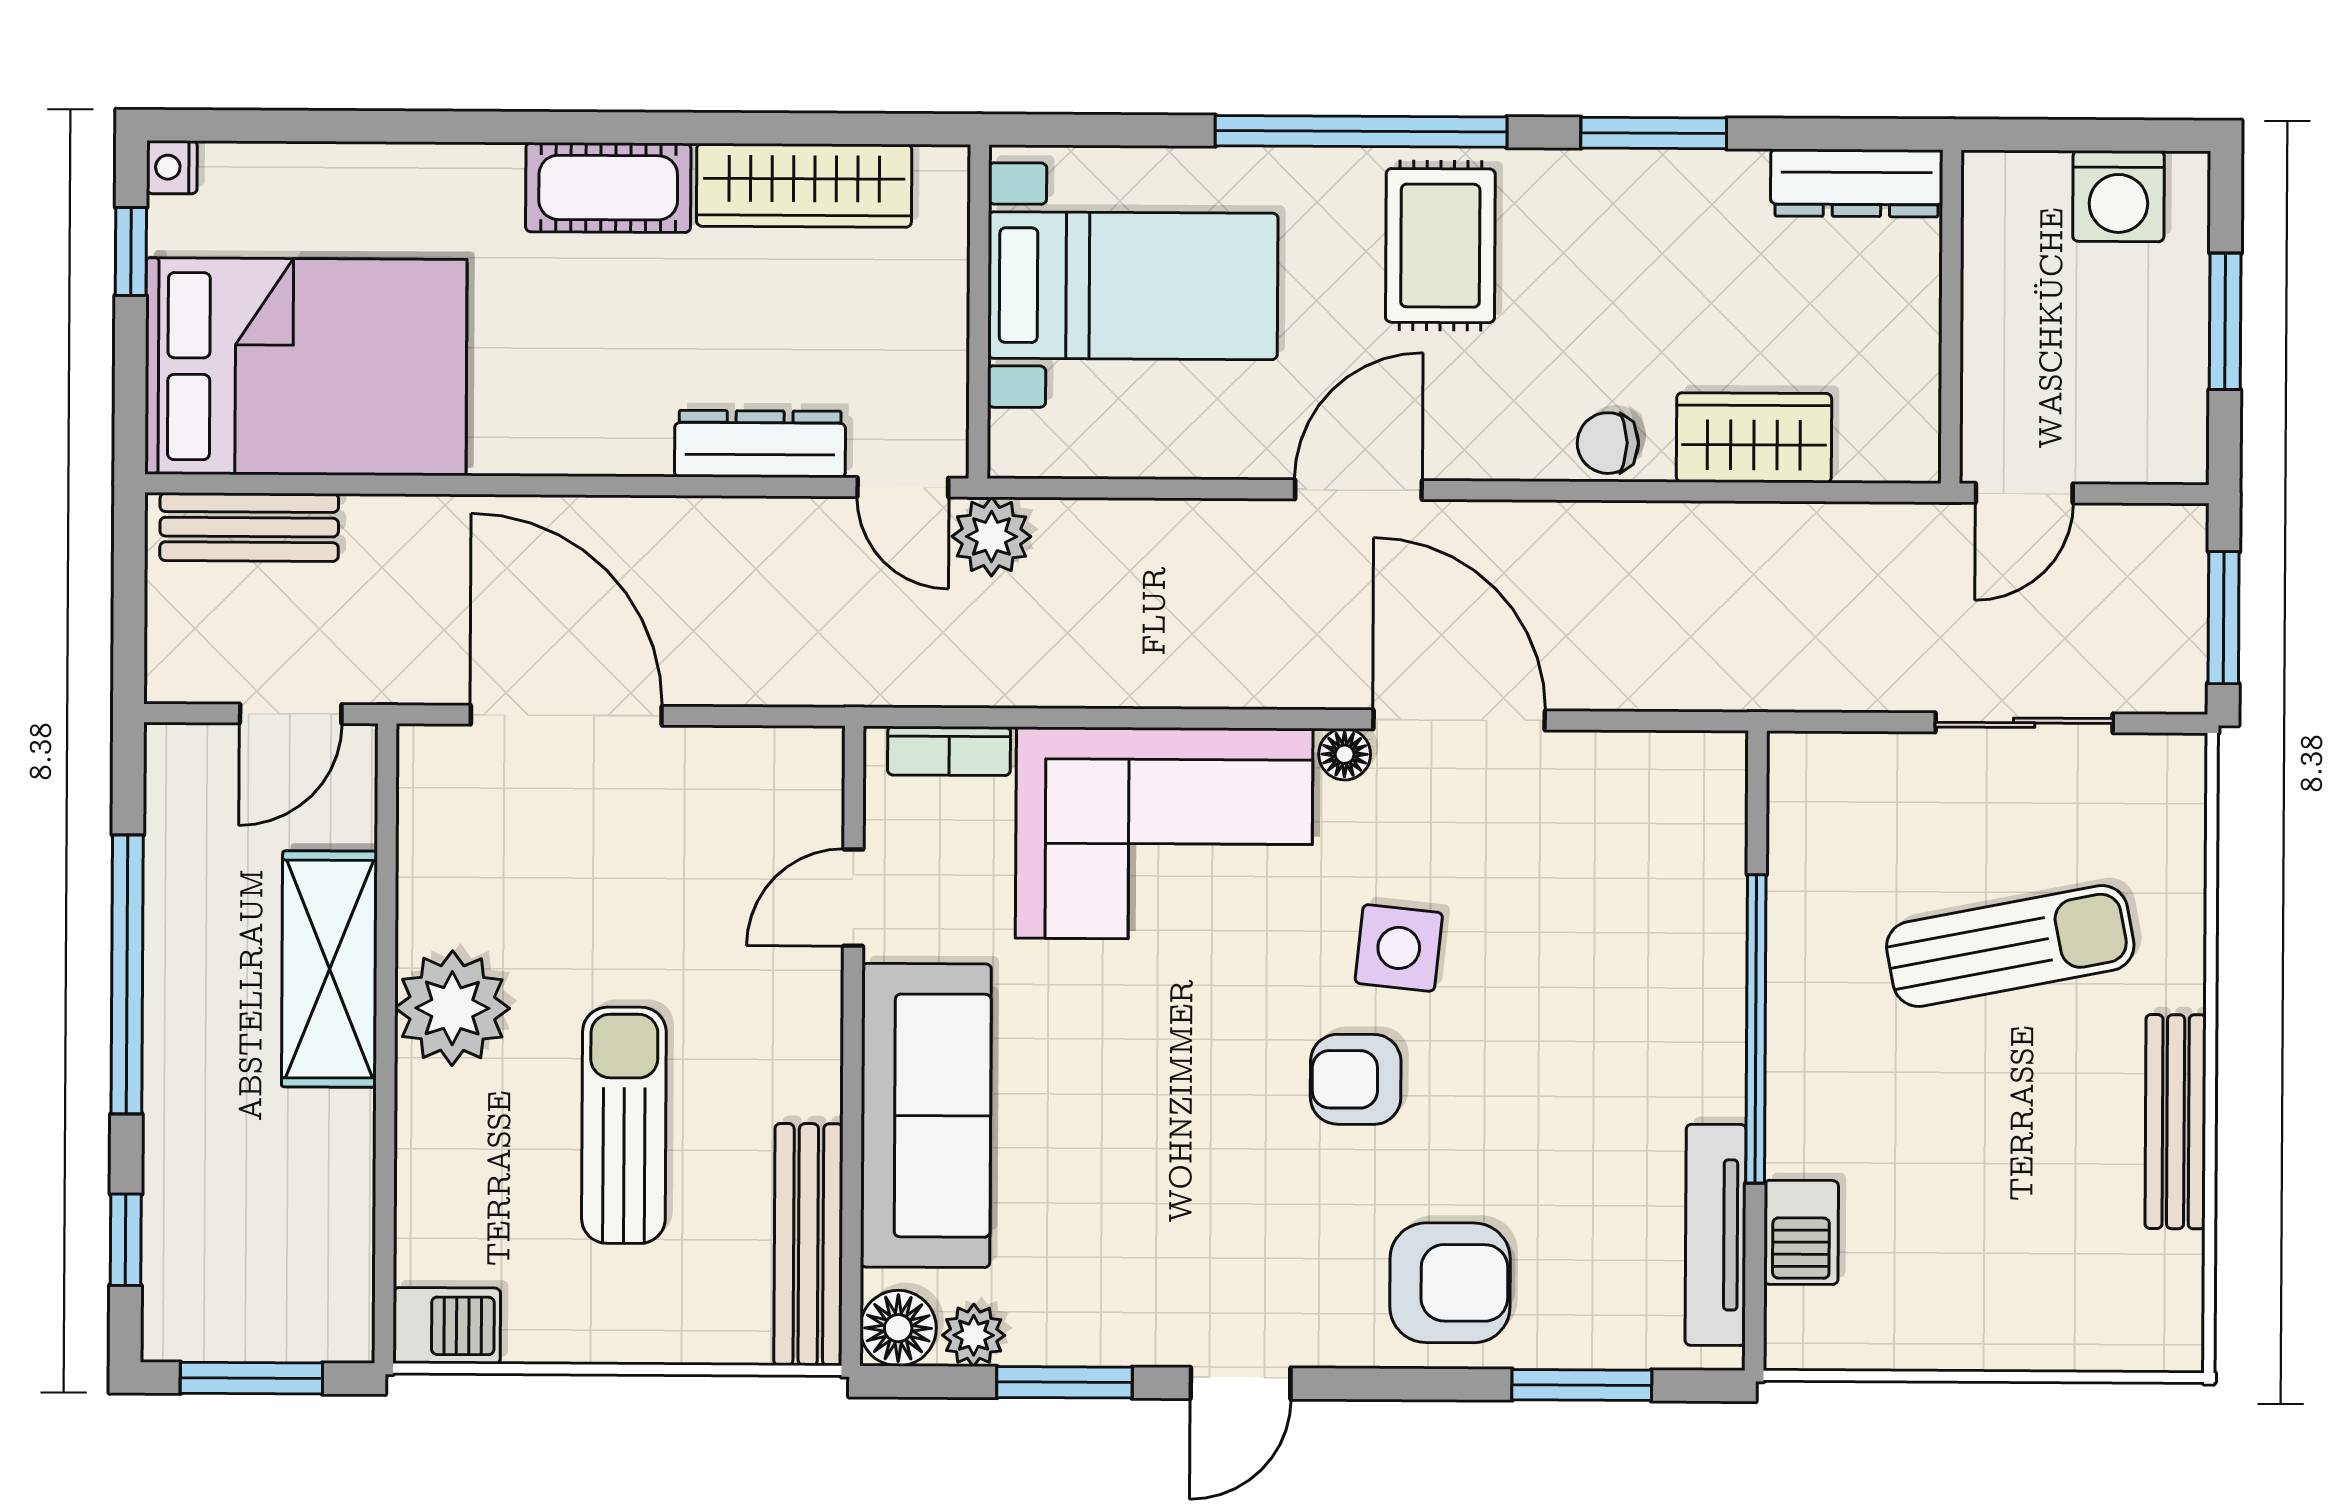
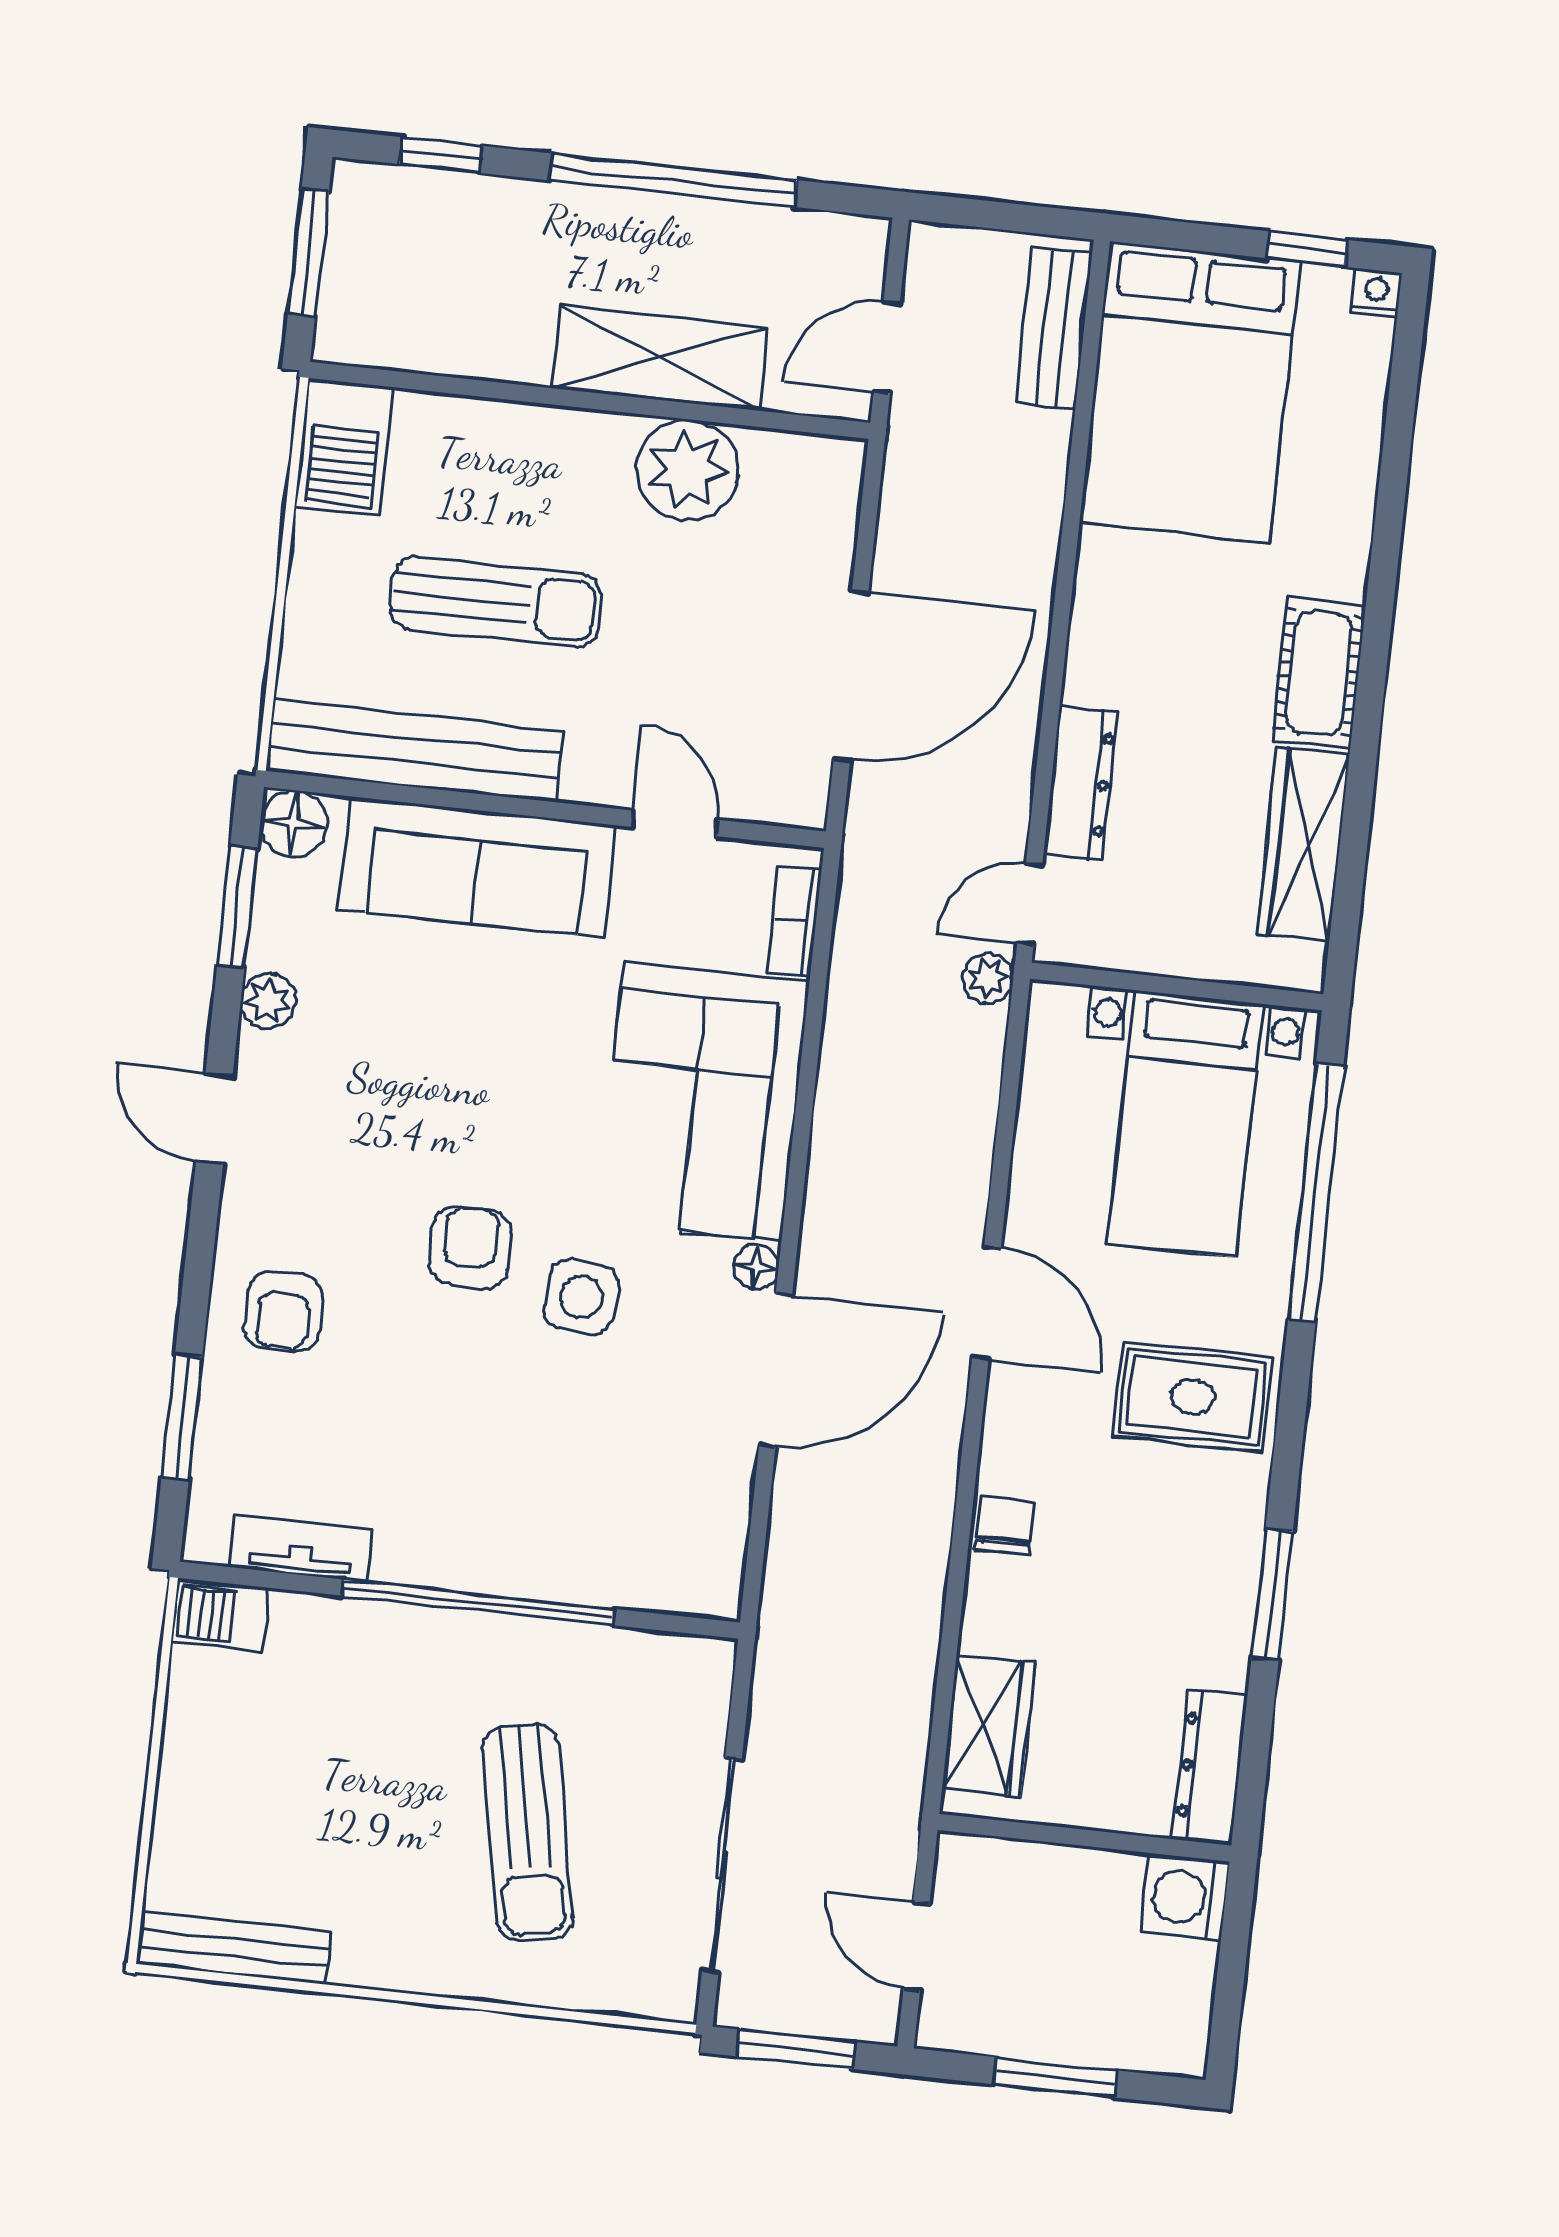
window: (1361, 131) -> (1316, 1193), moved
washing machine: (2119, 196) -> (1185, 1897), moved
wardrobe: (1754, 438) -> (988, 1725), moved
door: (2024, 493) -> (916, 1947), moved
plant: (991, 536) -> (988, 978), width x0.73, depth x0.73
door: (291, 714) -> (887, 347), hinge flipped
door: (566, 715) -> (851, 676), moved
sliding door: (2024, 723) -> (722, 1865), width x1.37
plant: (452, 1008) -> (687, 470), moved
bench: (2176, 1122) -> (235, 1948), moved
barbecue: (1801, 1232) -> (220, 1615), moved
tv unit: (1716, 1235) -> (301, 1548), width x0.71
bench: (808, 1245) -> (414, 750), width x1.37, depth x1.21
armchair: (1450, 1283) -> (283, 1311), width x0.72, depth x0.72
barbecue: (447, 1326) -> (343, 447), width x1.38, depth x1.27
plant: (974, 1335) -> (268, 1001), moved
window: (1064, 1382) -> (237, 907), moved

